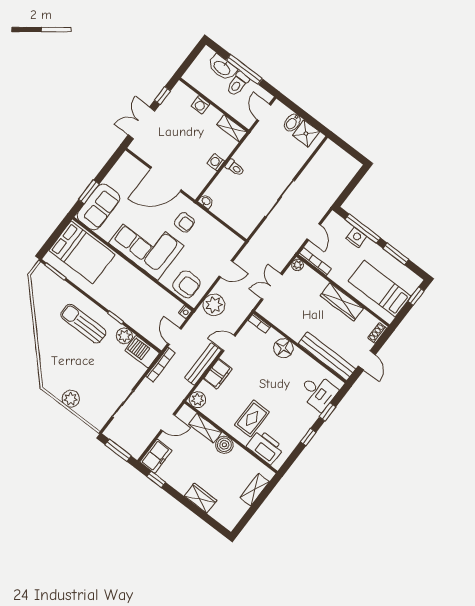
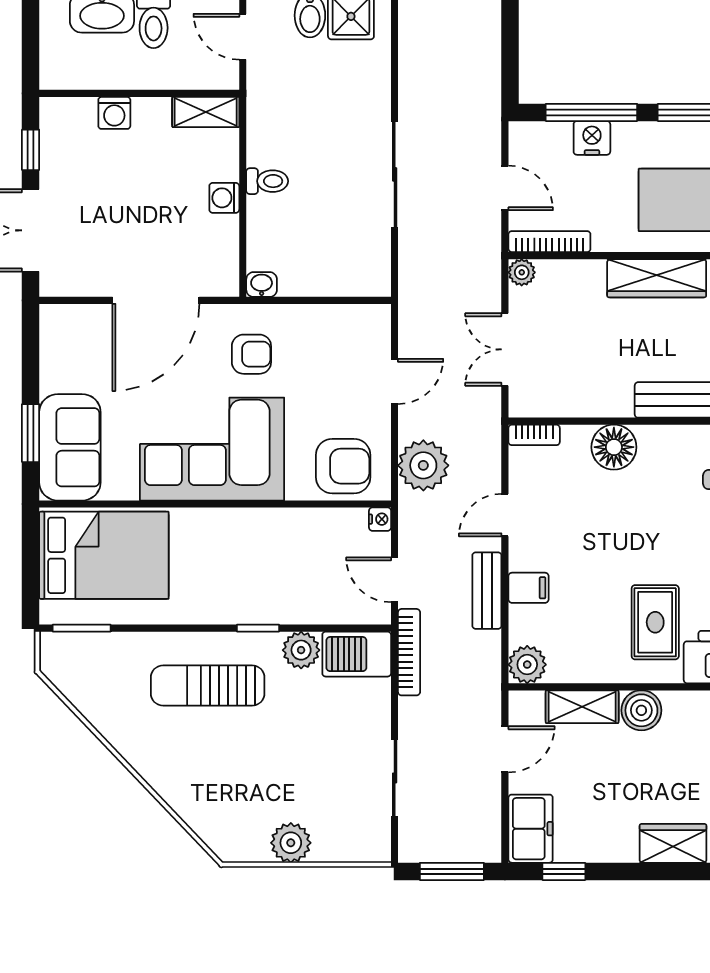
bench: (203, 364) -> (487, 591), width x0.73
filing cabinet: (218, 374) -> (528, 588), width x0.50

